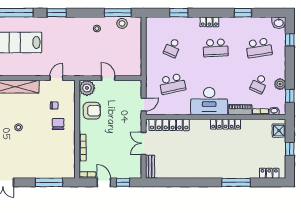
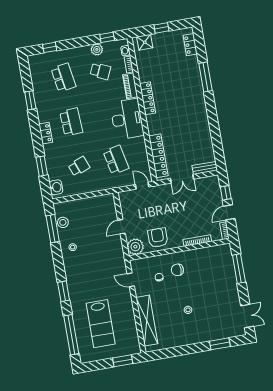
washbasin: (279, 23) -> (56, 187), moved
school desk: (172, 48) -> (79, 166), turned -45

